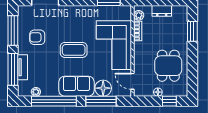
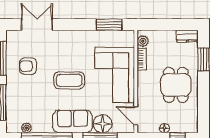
dresser: (162, 11) -> (187, 36), moved
dining table: (168, 66) -> (176, 85), moved
tv unit: (22, 67) -> (11, 100), removed

